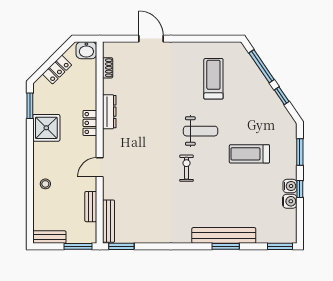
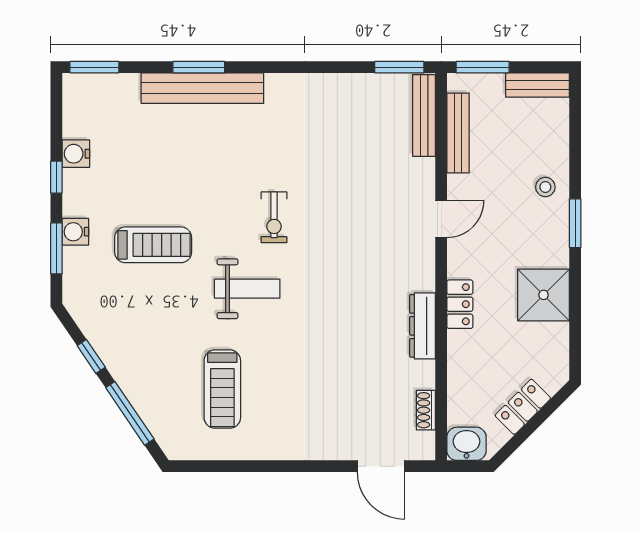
door: (151, 39) -> (381, 466), moved
window: (30, 106) -> (575, 223), moved
weight bench: (201, 131) -> (247, 289), turned 180
water cooler: (290, 186) -> (75, 232), moved
bench: (91, 207) -> (458, 133), width x1.36

